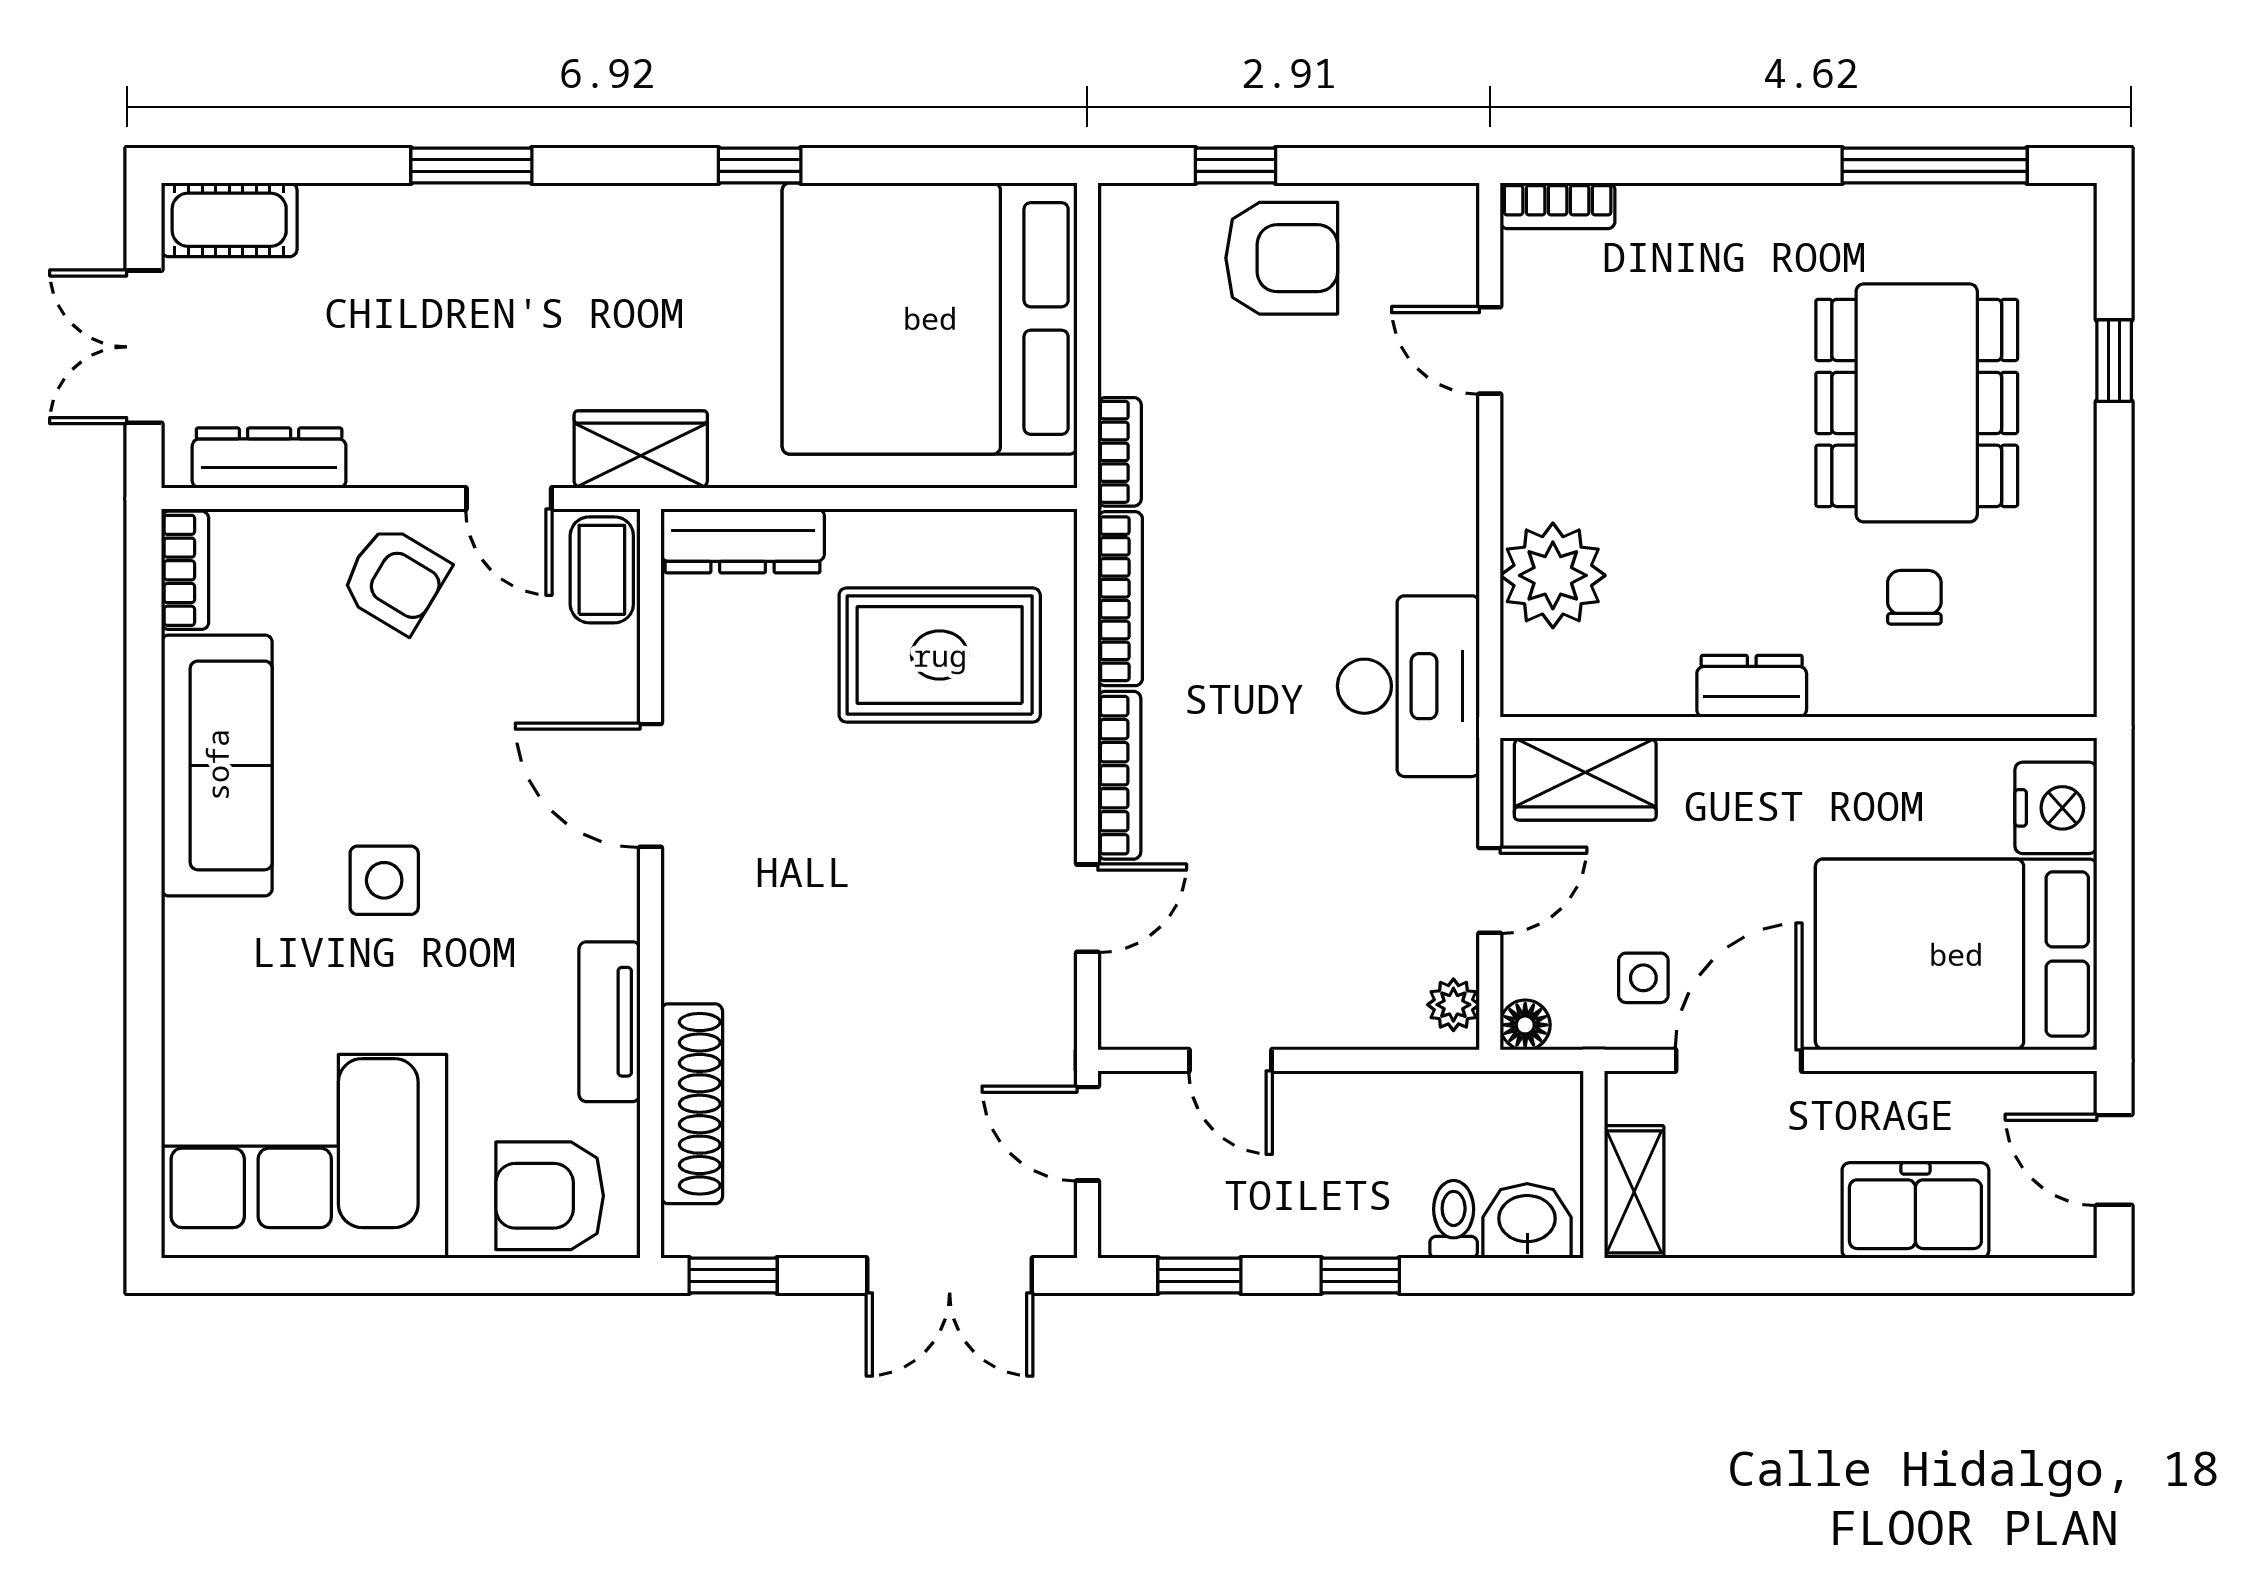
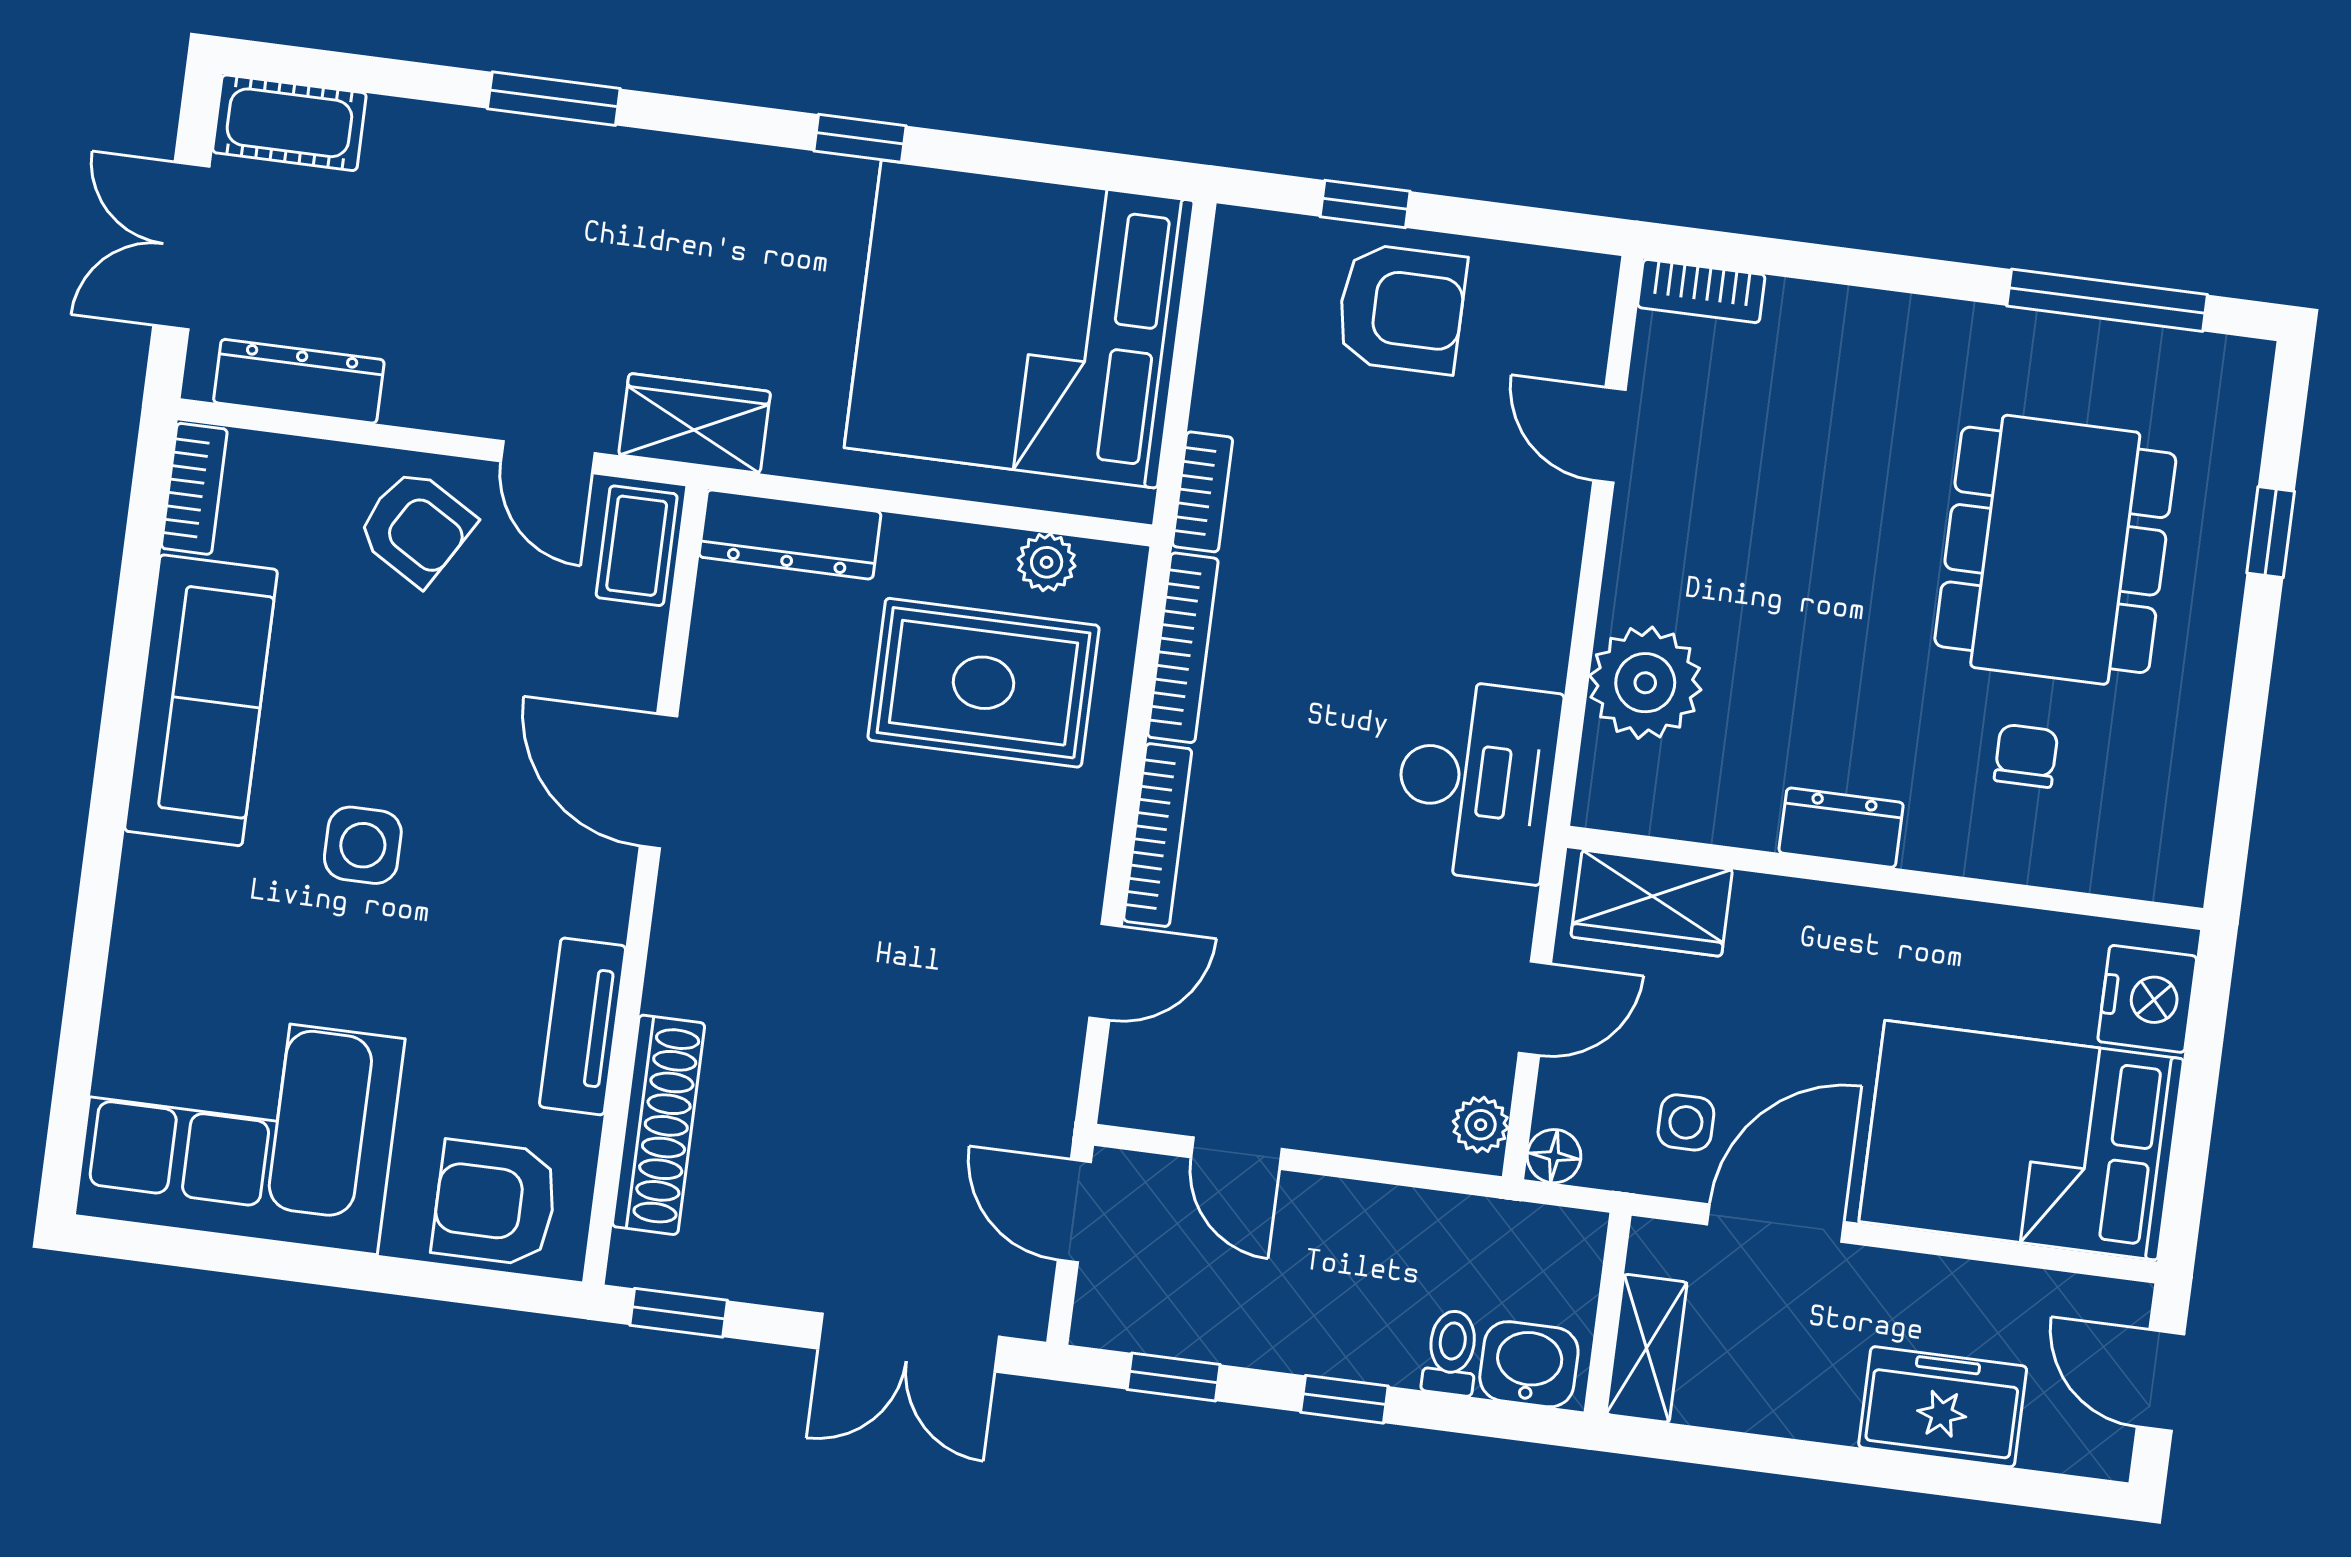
plant: (984, 536) -> (1047, 562), added

